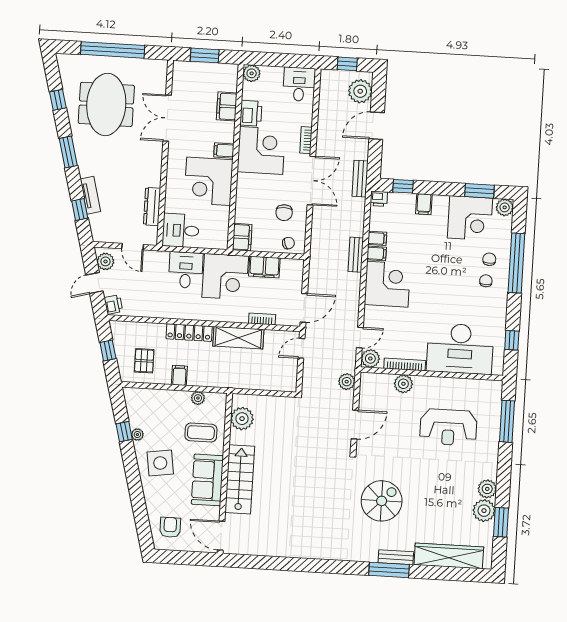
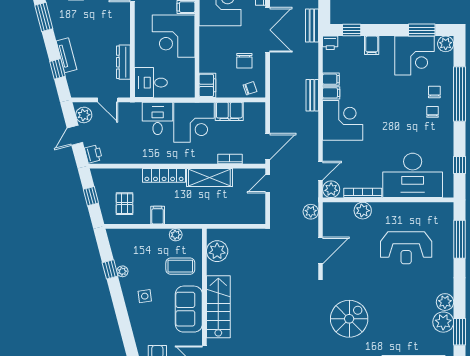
side table: (160, 463) -> (145, 296), width x0.54, depth x0.54

